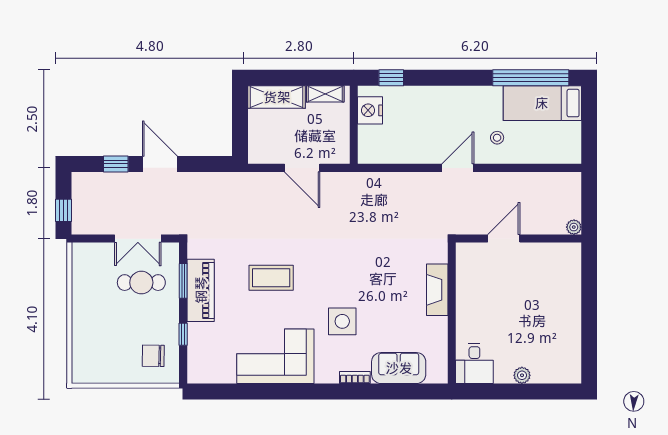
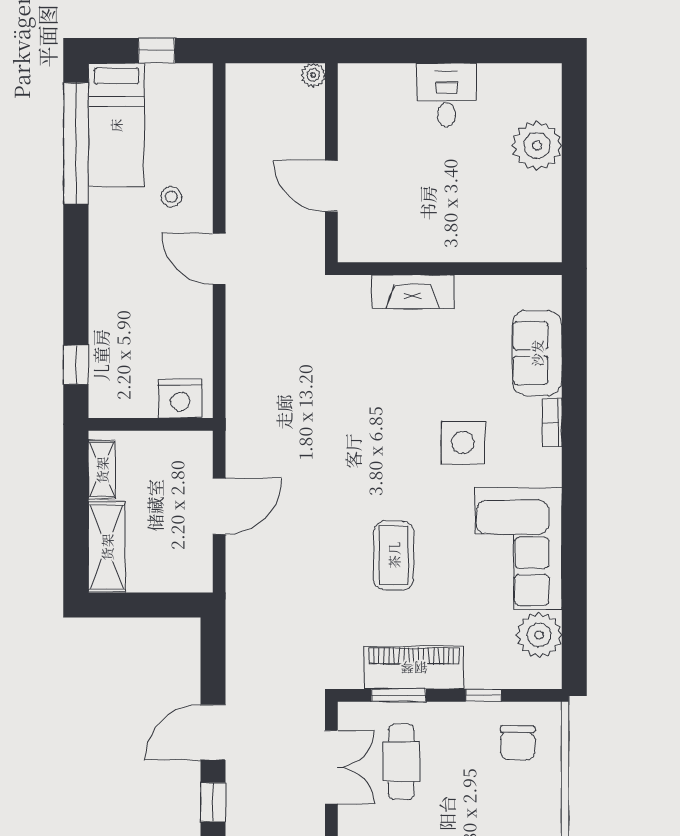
nightstand: (370, 110) -> (180, 399), moved
window: (589, 129) -> (157, 51), added
desk: (474, 363) -> (447, 95), moved, turned -90
plant: (221, 369) -> (539, 635), added
plant: (522, 375) -> (537, 146), width x1.87, depth x1.87

